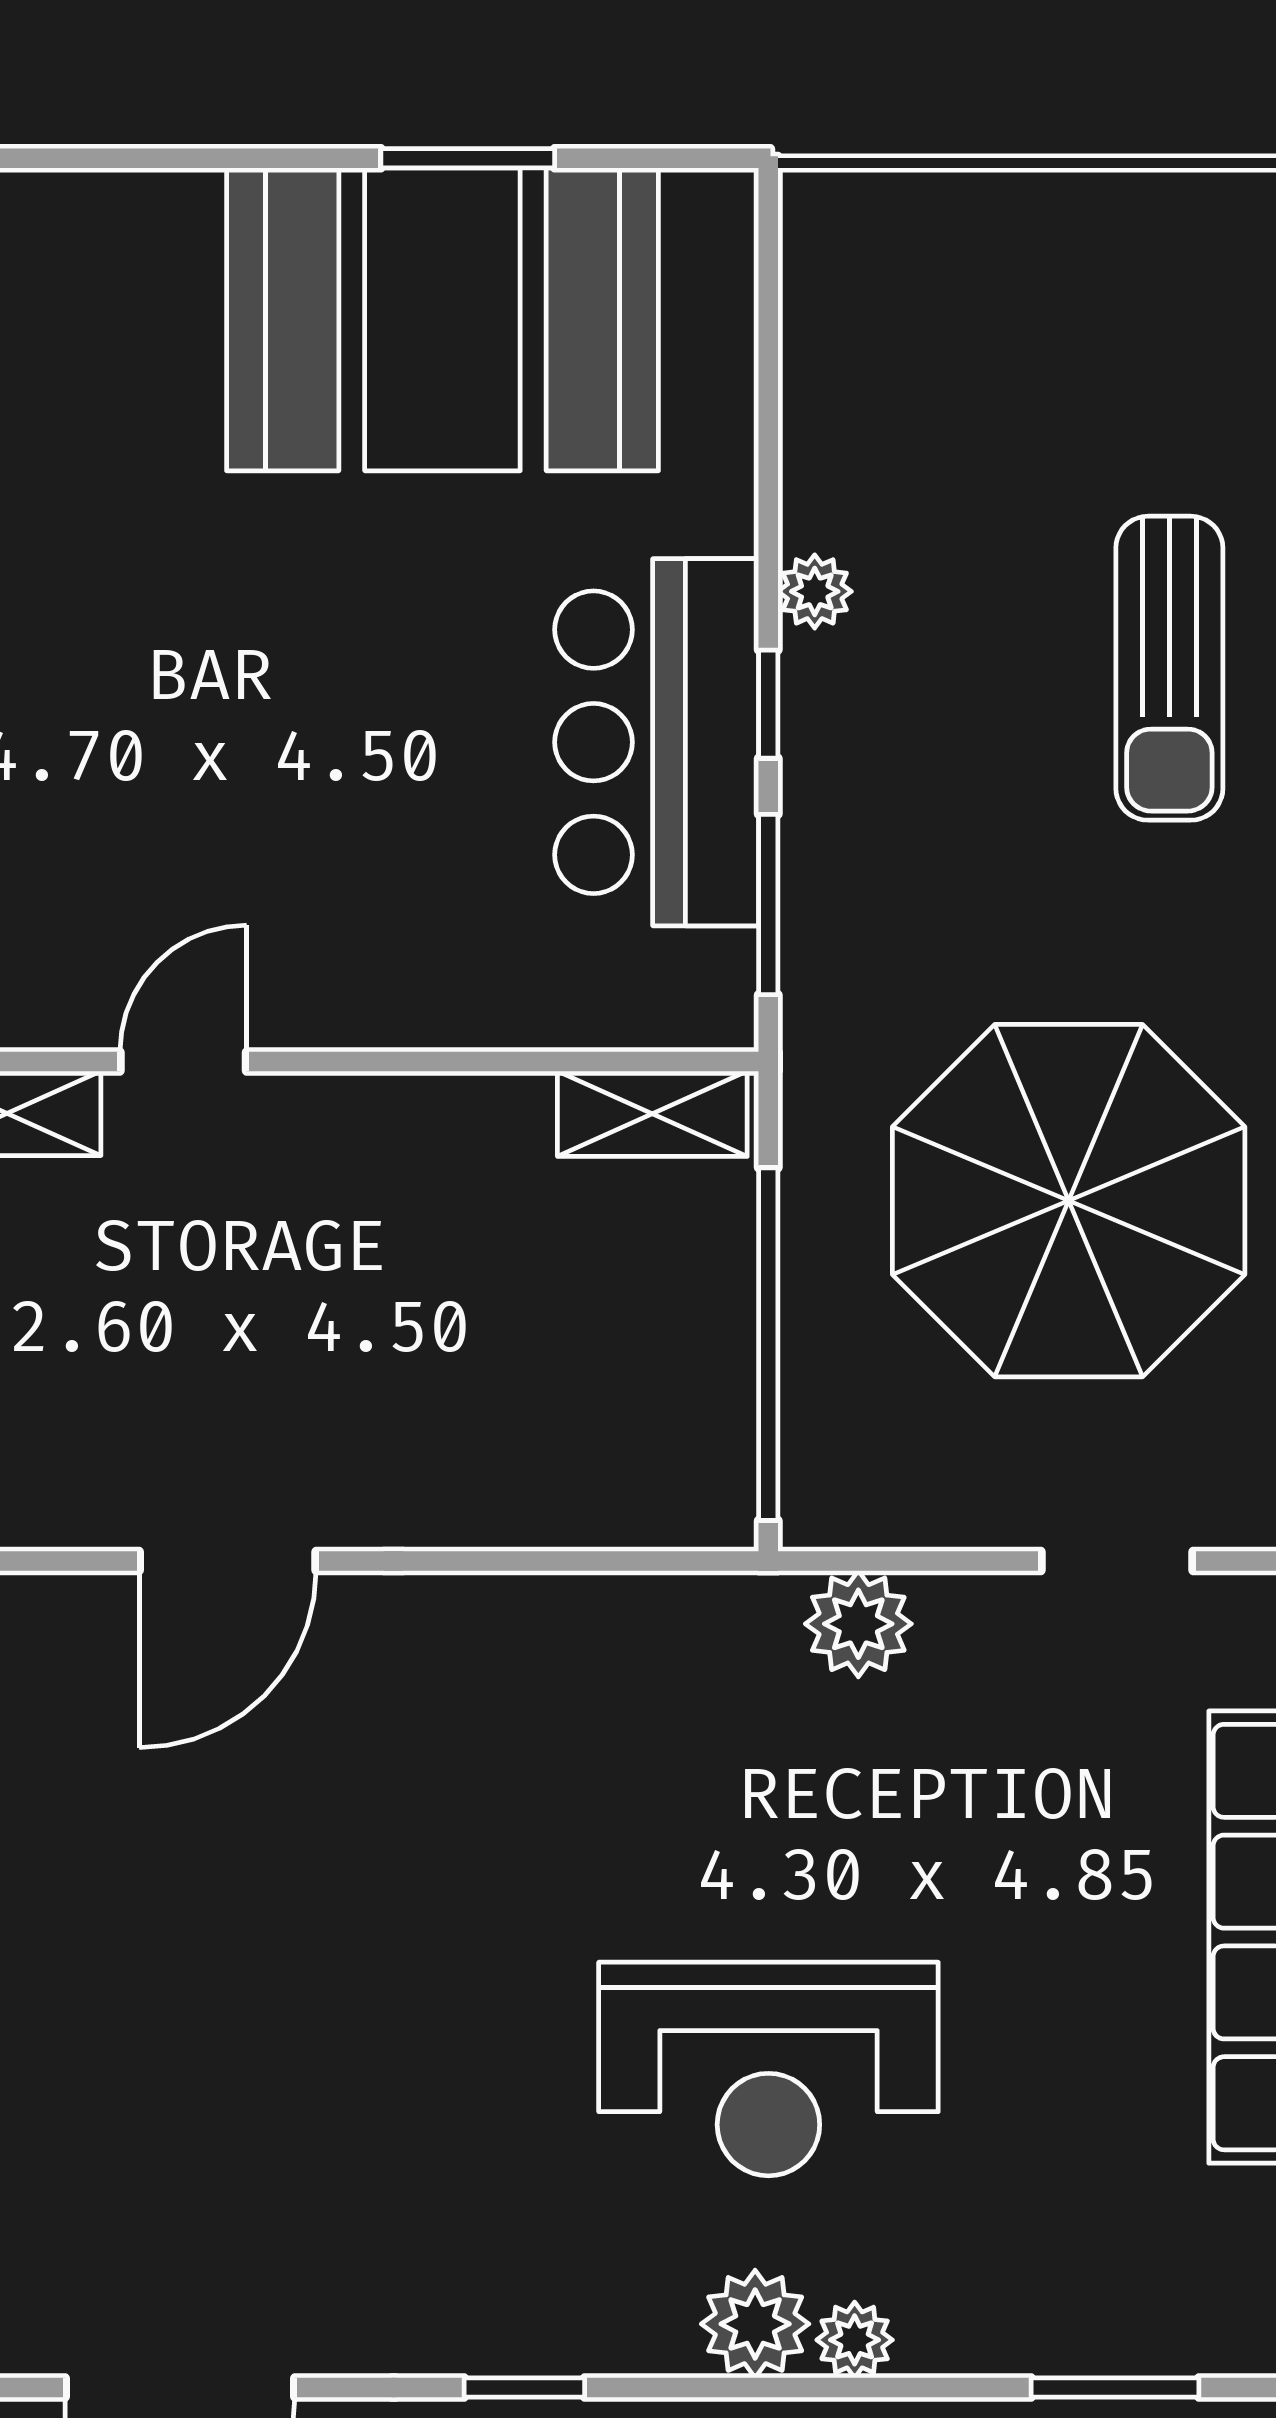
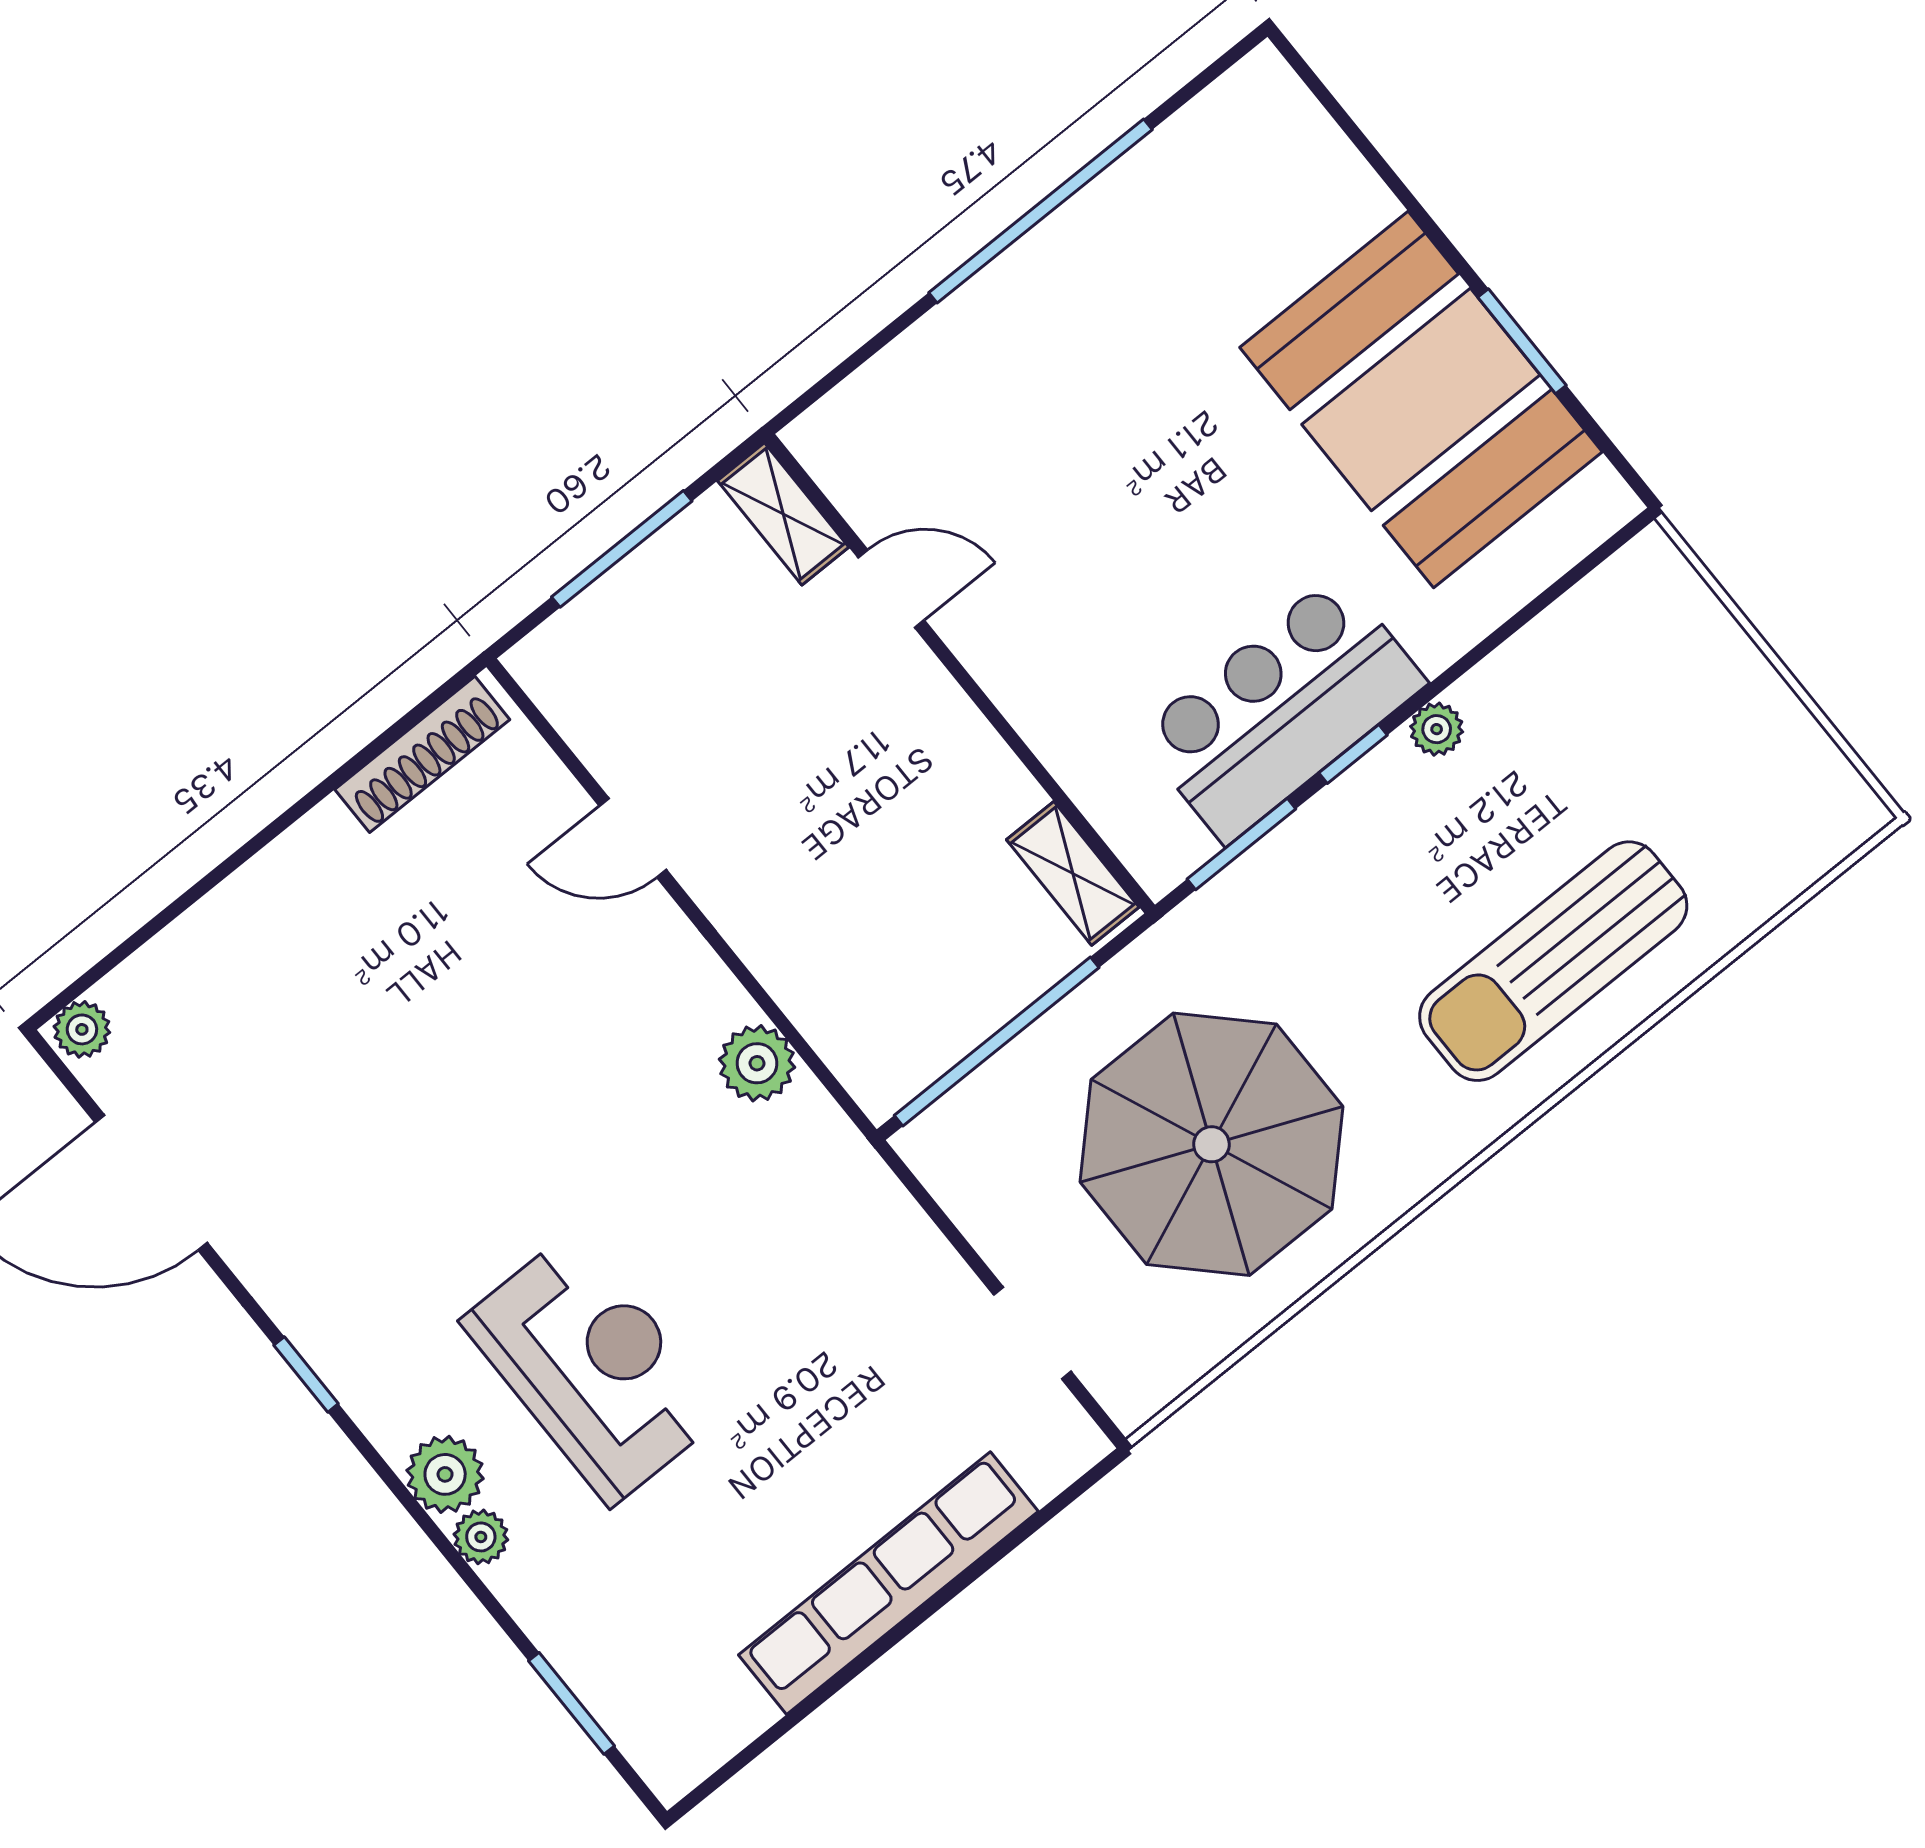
sun lounger: (1169, 668) -> (1553, 961), width x1.36, depth x1.34
door: (228, 1561) -> (633, 838), width x0.73
plant: (858, 1624) -> (757, 1063), moved
reception desk: (768, 2069) -> (593, 1367), turned 180

